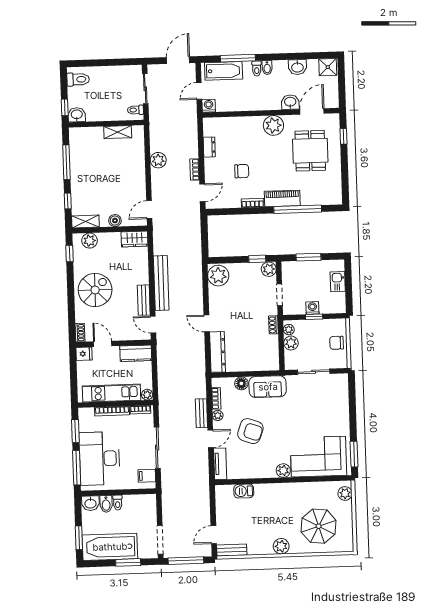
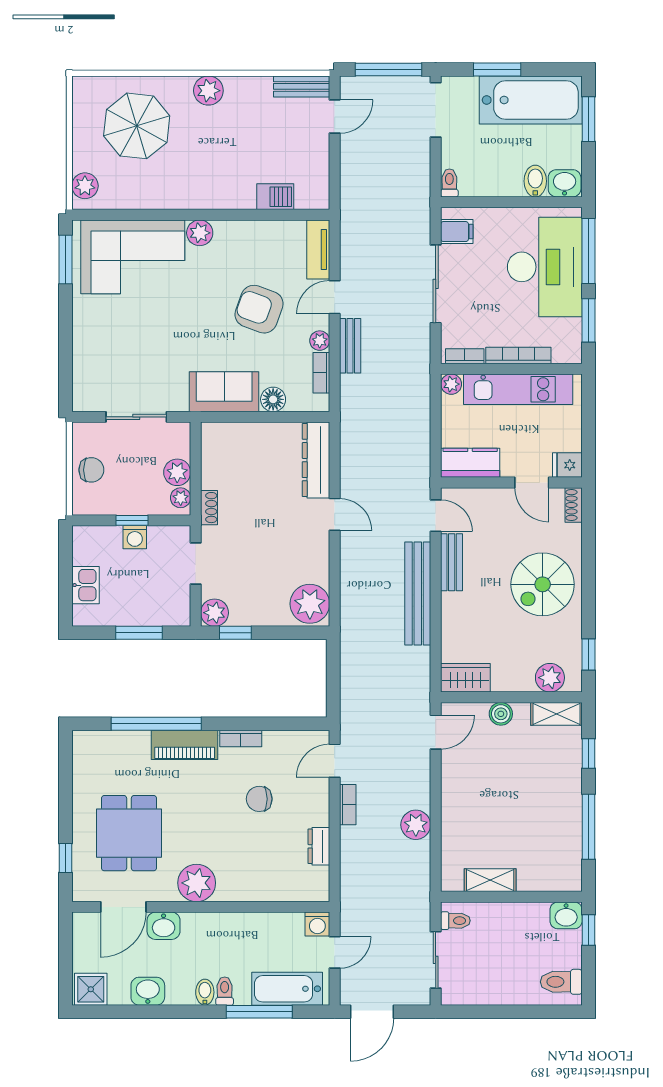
toilet: (118, 503) -> (449, 183), moved

